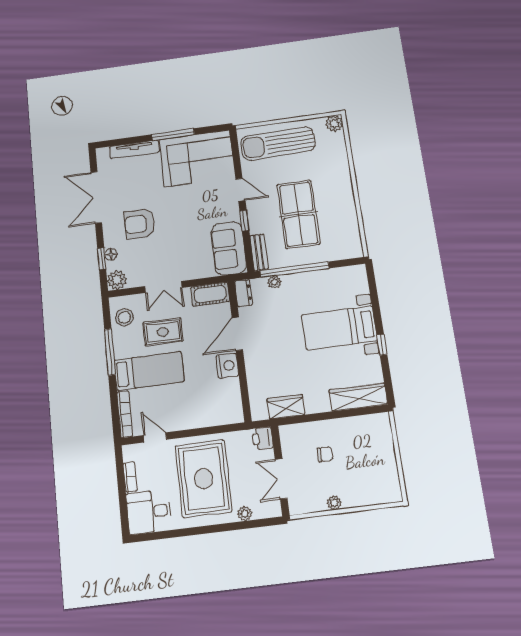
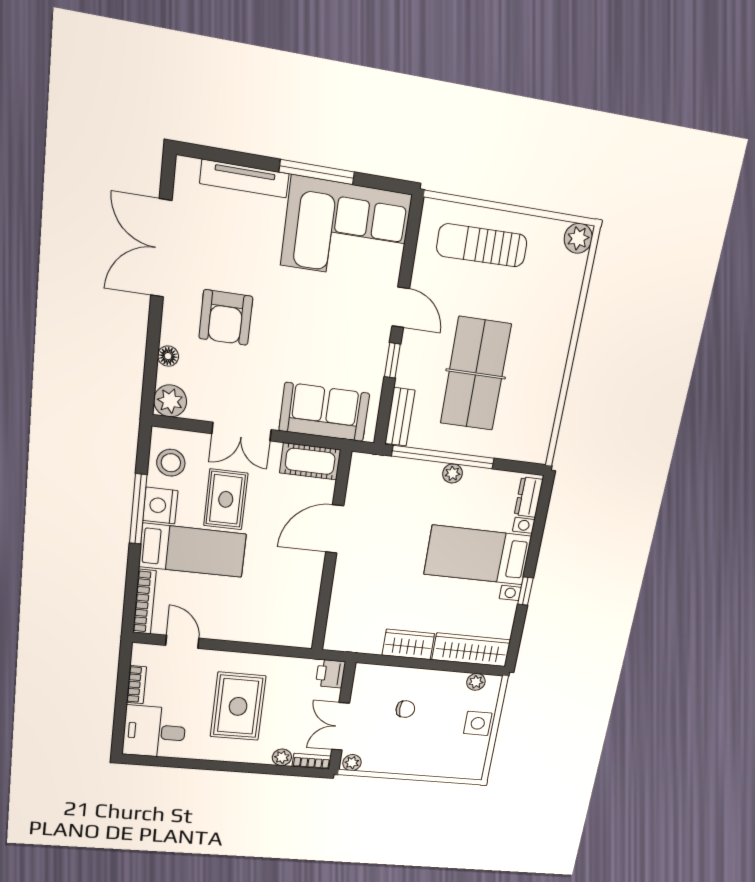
sun lounger: (278, 144) -> (482, 245), width x0.73, depth x0.75
armchair: (140, 224) -> (226, 318), turned -90
sofa: (229, 248) -> (324, 412), moved, turned 90
window: (102, 259) -> (152, 359), removed
plant: (274, 282) -> (452, 473), moved
dresser: (244, 293) -> (529, 497), moved, turned 180
rug: (163, 332) -> (226, 499), turned 90
nightstand: (227, 366) -> (160, 506), moved, turned 180
wardrobe: (286, 407) -> (408, 644), moved
plant: (370, 421) -> (476, 682), added
side table: (383, 454) -> (478, 723), added
rug: (204, 479) -> (238, 706), width x0.73, depth x0.69
plant: (334, 503) -> (352, 763), moved
bookcase: (267, 512) -> (312, 761), added

